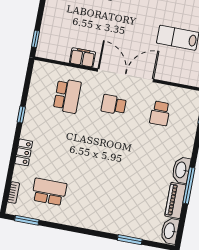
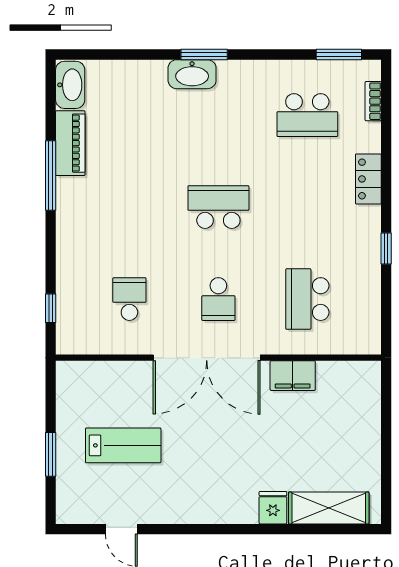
window: (36, 39) -> (386, 394), removed
school desk: (114, 105) -> (218, 299), turned 90
school desk: (105, 153) -> (218, 207), added
washbasin: (181, 170) -> (192, 74), moved, turned 90
window: (130, 240) -> (204, 55), moved

